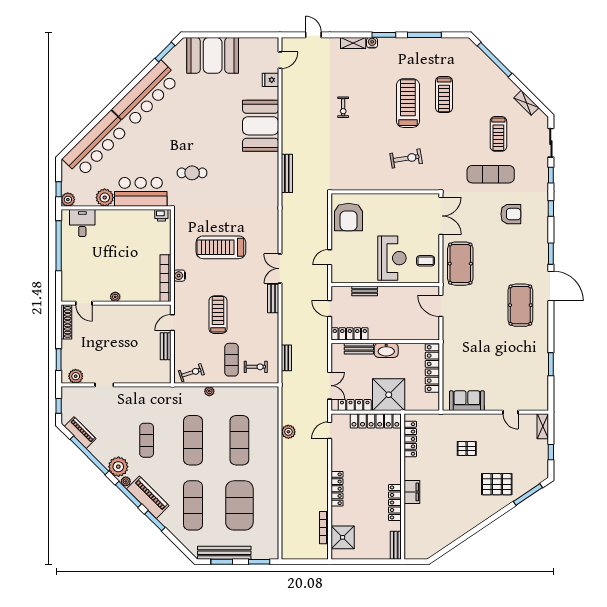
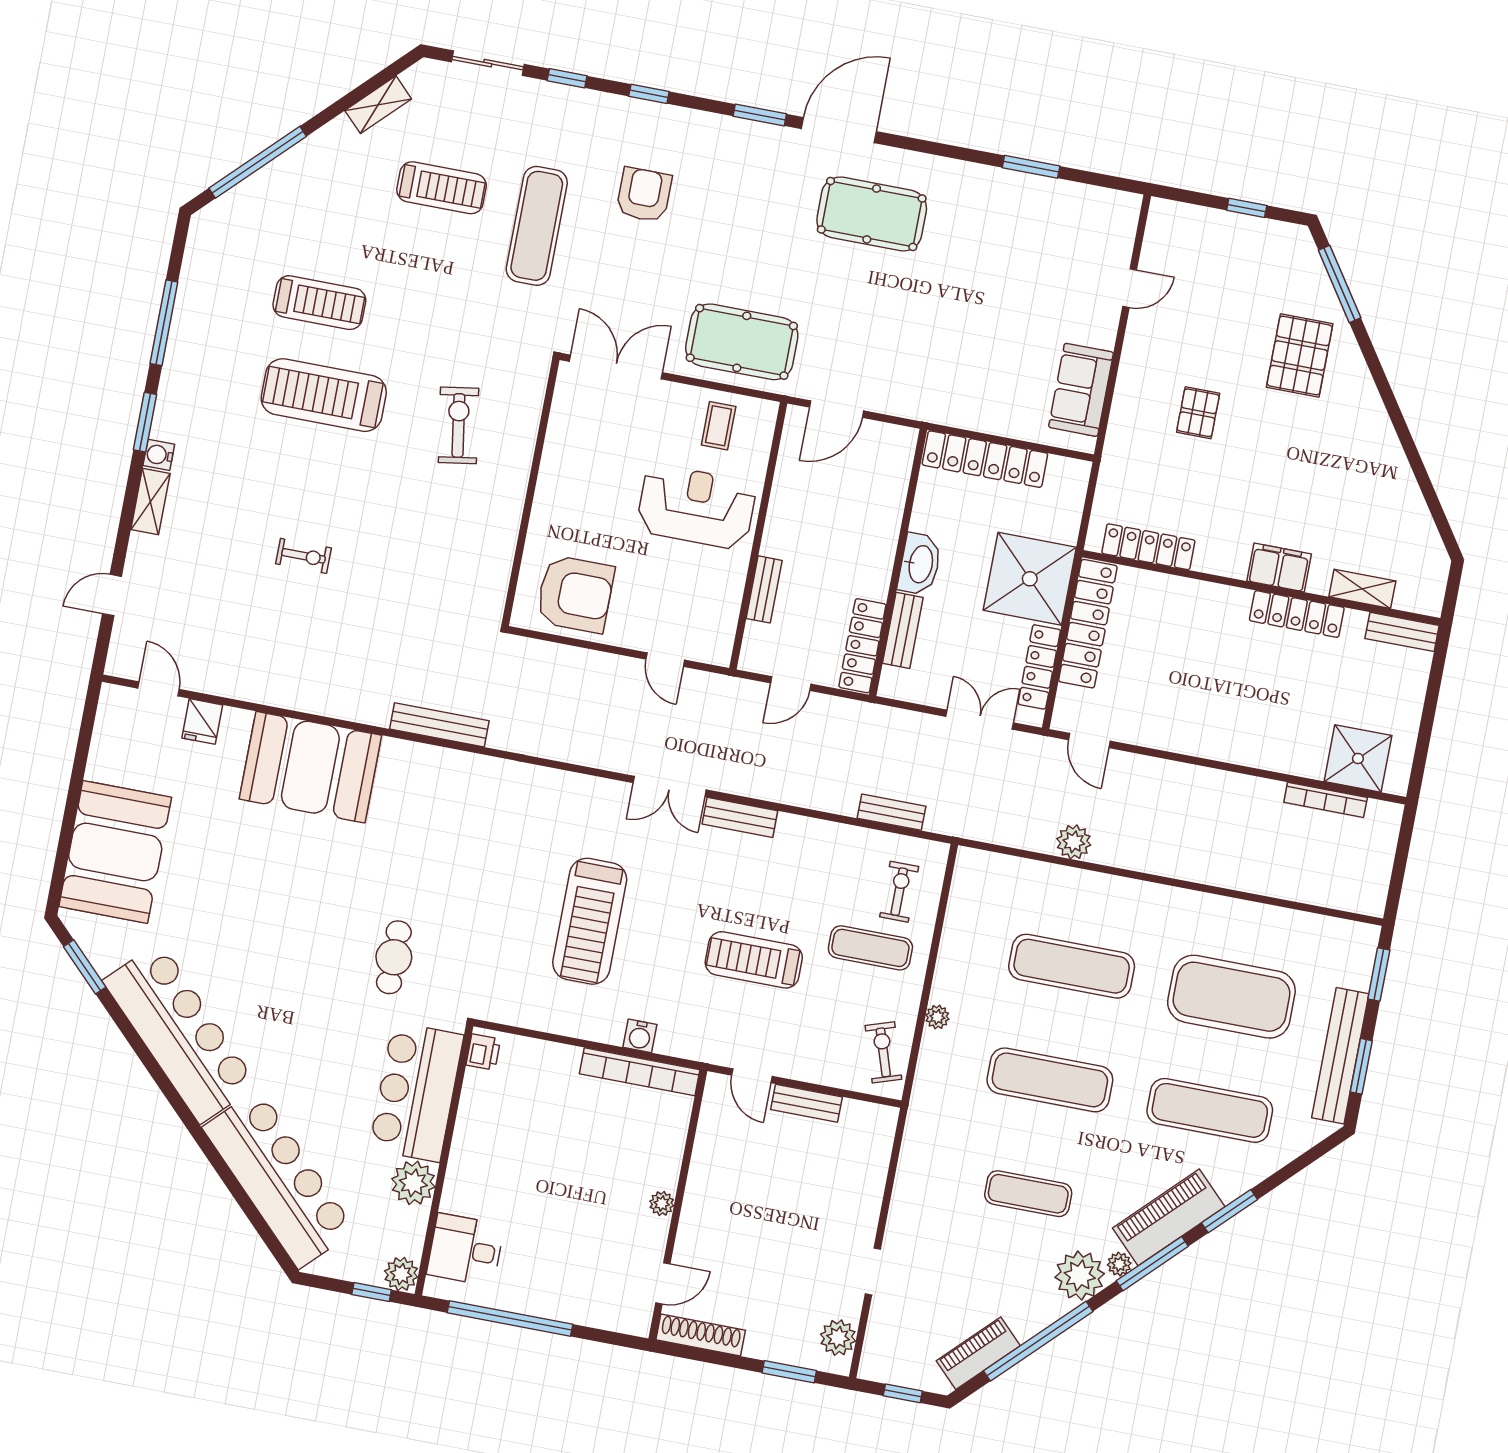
shelving: (543, 426) -> (1362, 589), moved
locker: (337, 489) -> (1236, 750), removed

